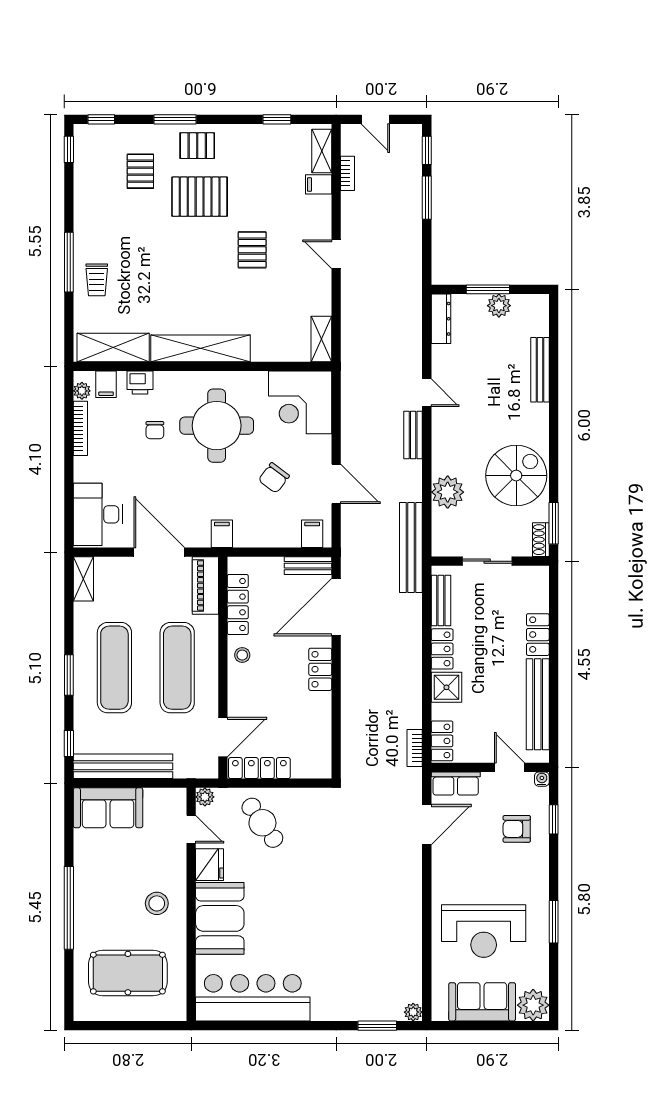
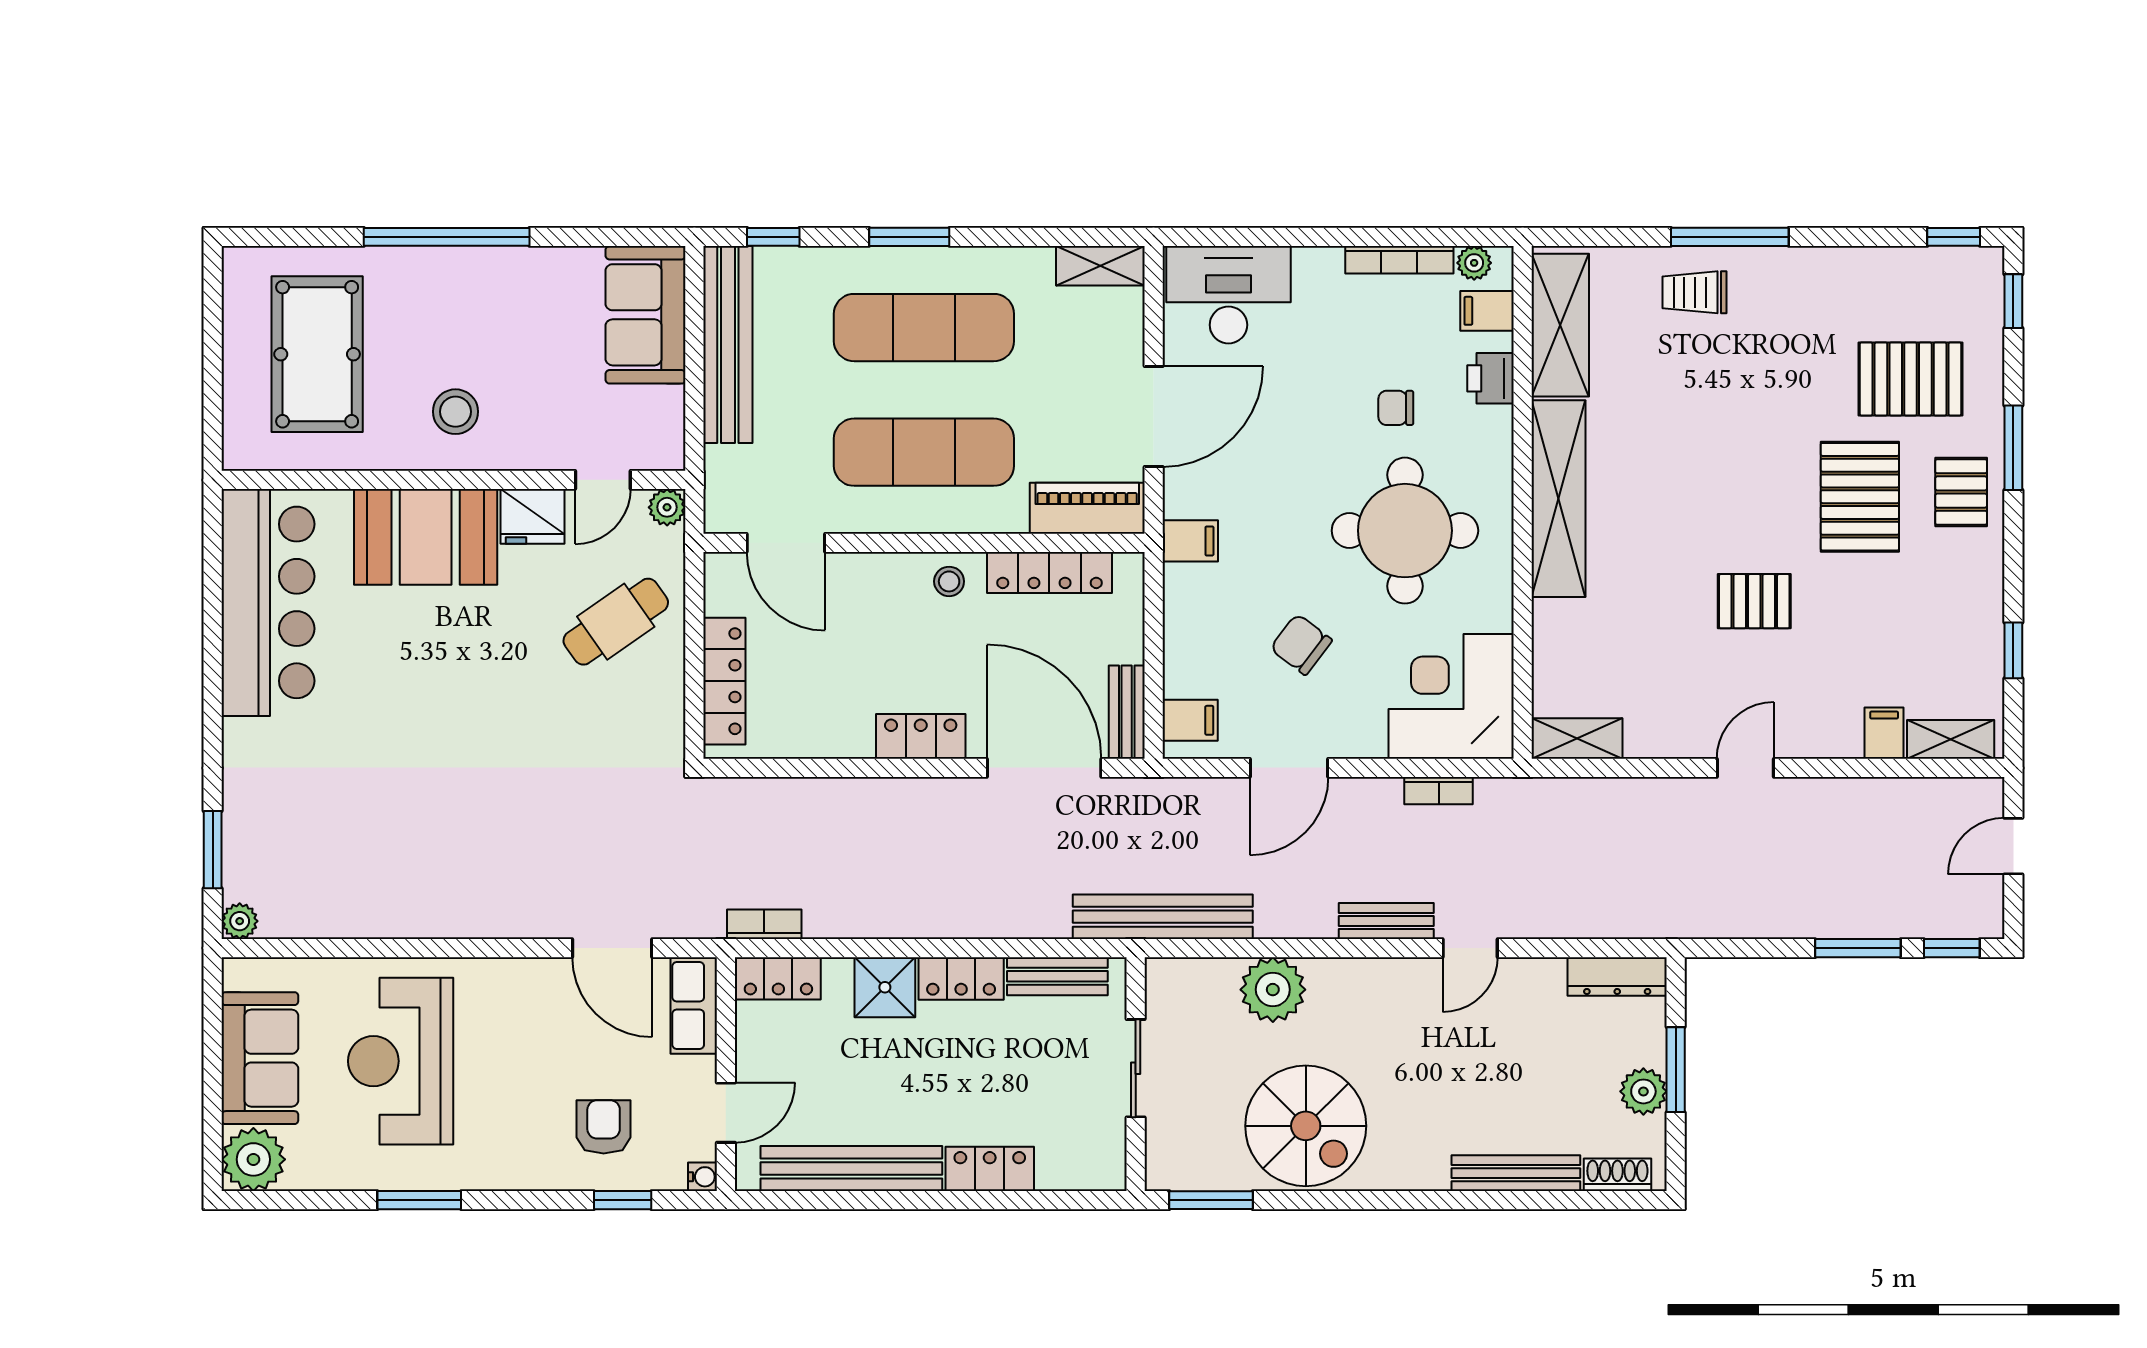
pallet: (140, 171) -> (1911, 379), width x1.50, depth x1.42
bookcase: (348, 173) -> (1439, 791), moved
shoe rack: (541, 540) -> (1617, 1175), moved
locker: (259, 768) -> (724, 681), moved

